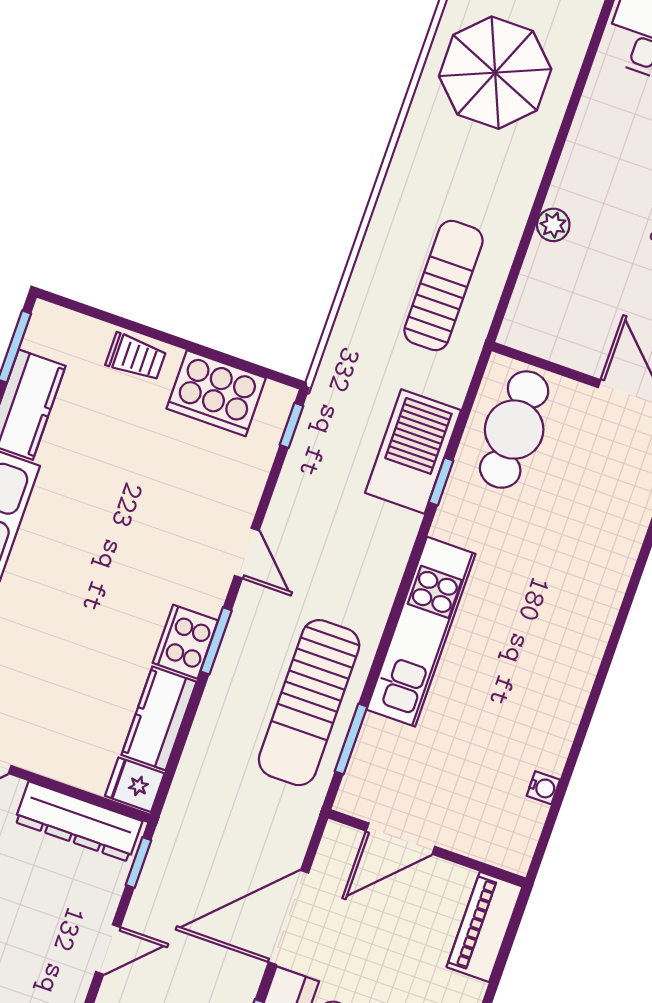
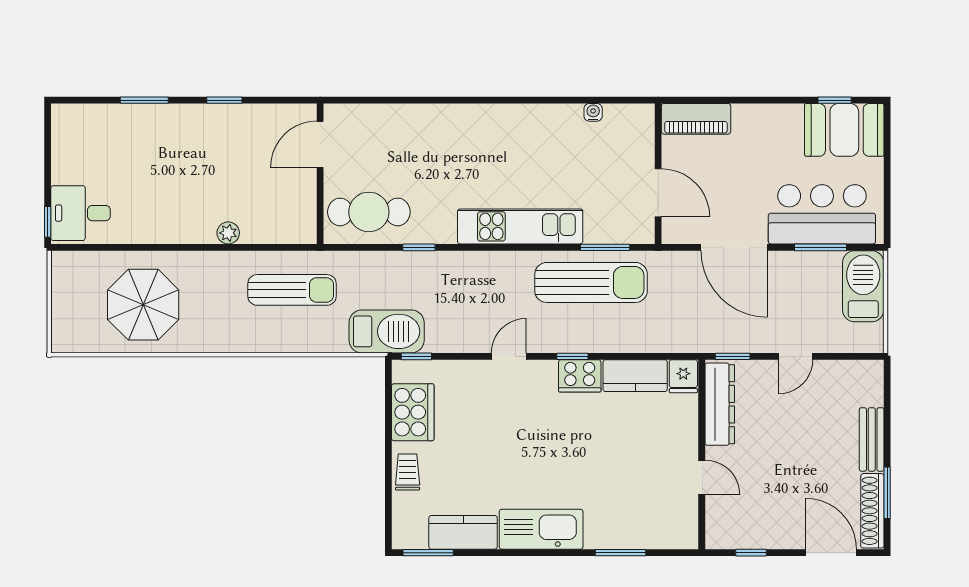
sun lounger: (444, 286) -> (292, 290), turned 180
barbecue: (413, 451) -> (387, 331), moved, turned 180
window: (216, 641) -> (572, 356), width x0.67
door: (108, 949) -> (796, 356), swing flipped

